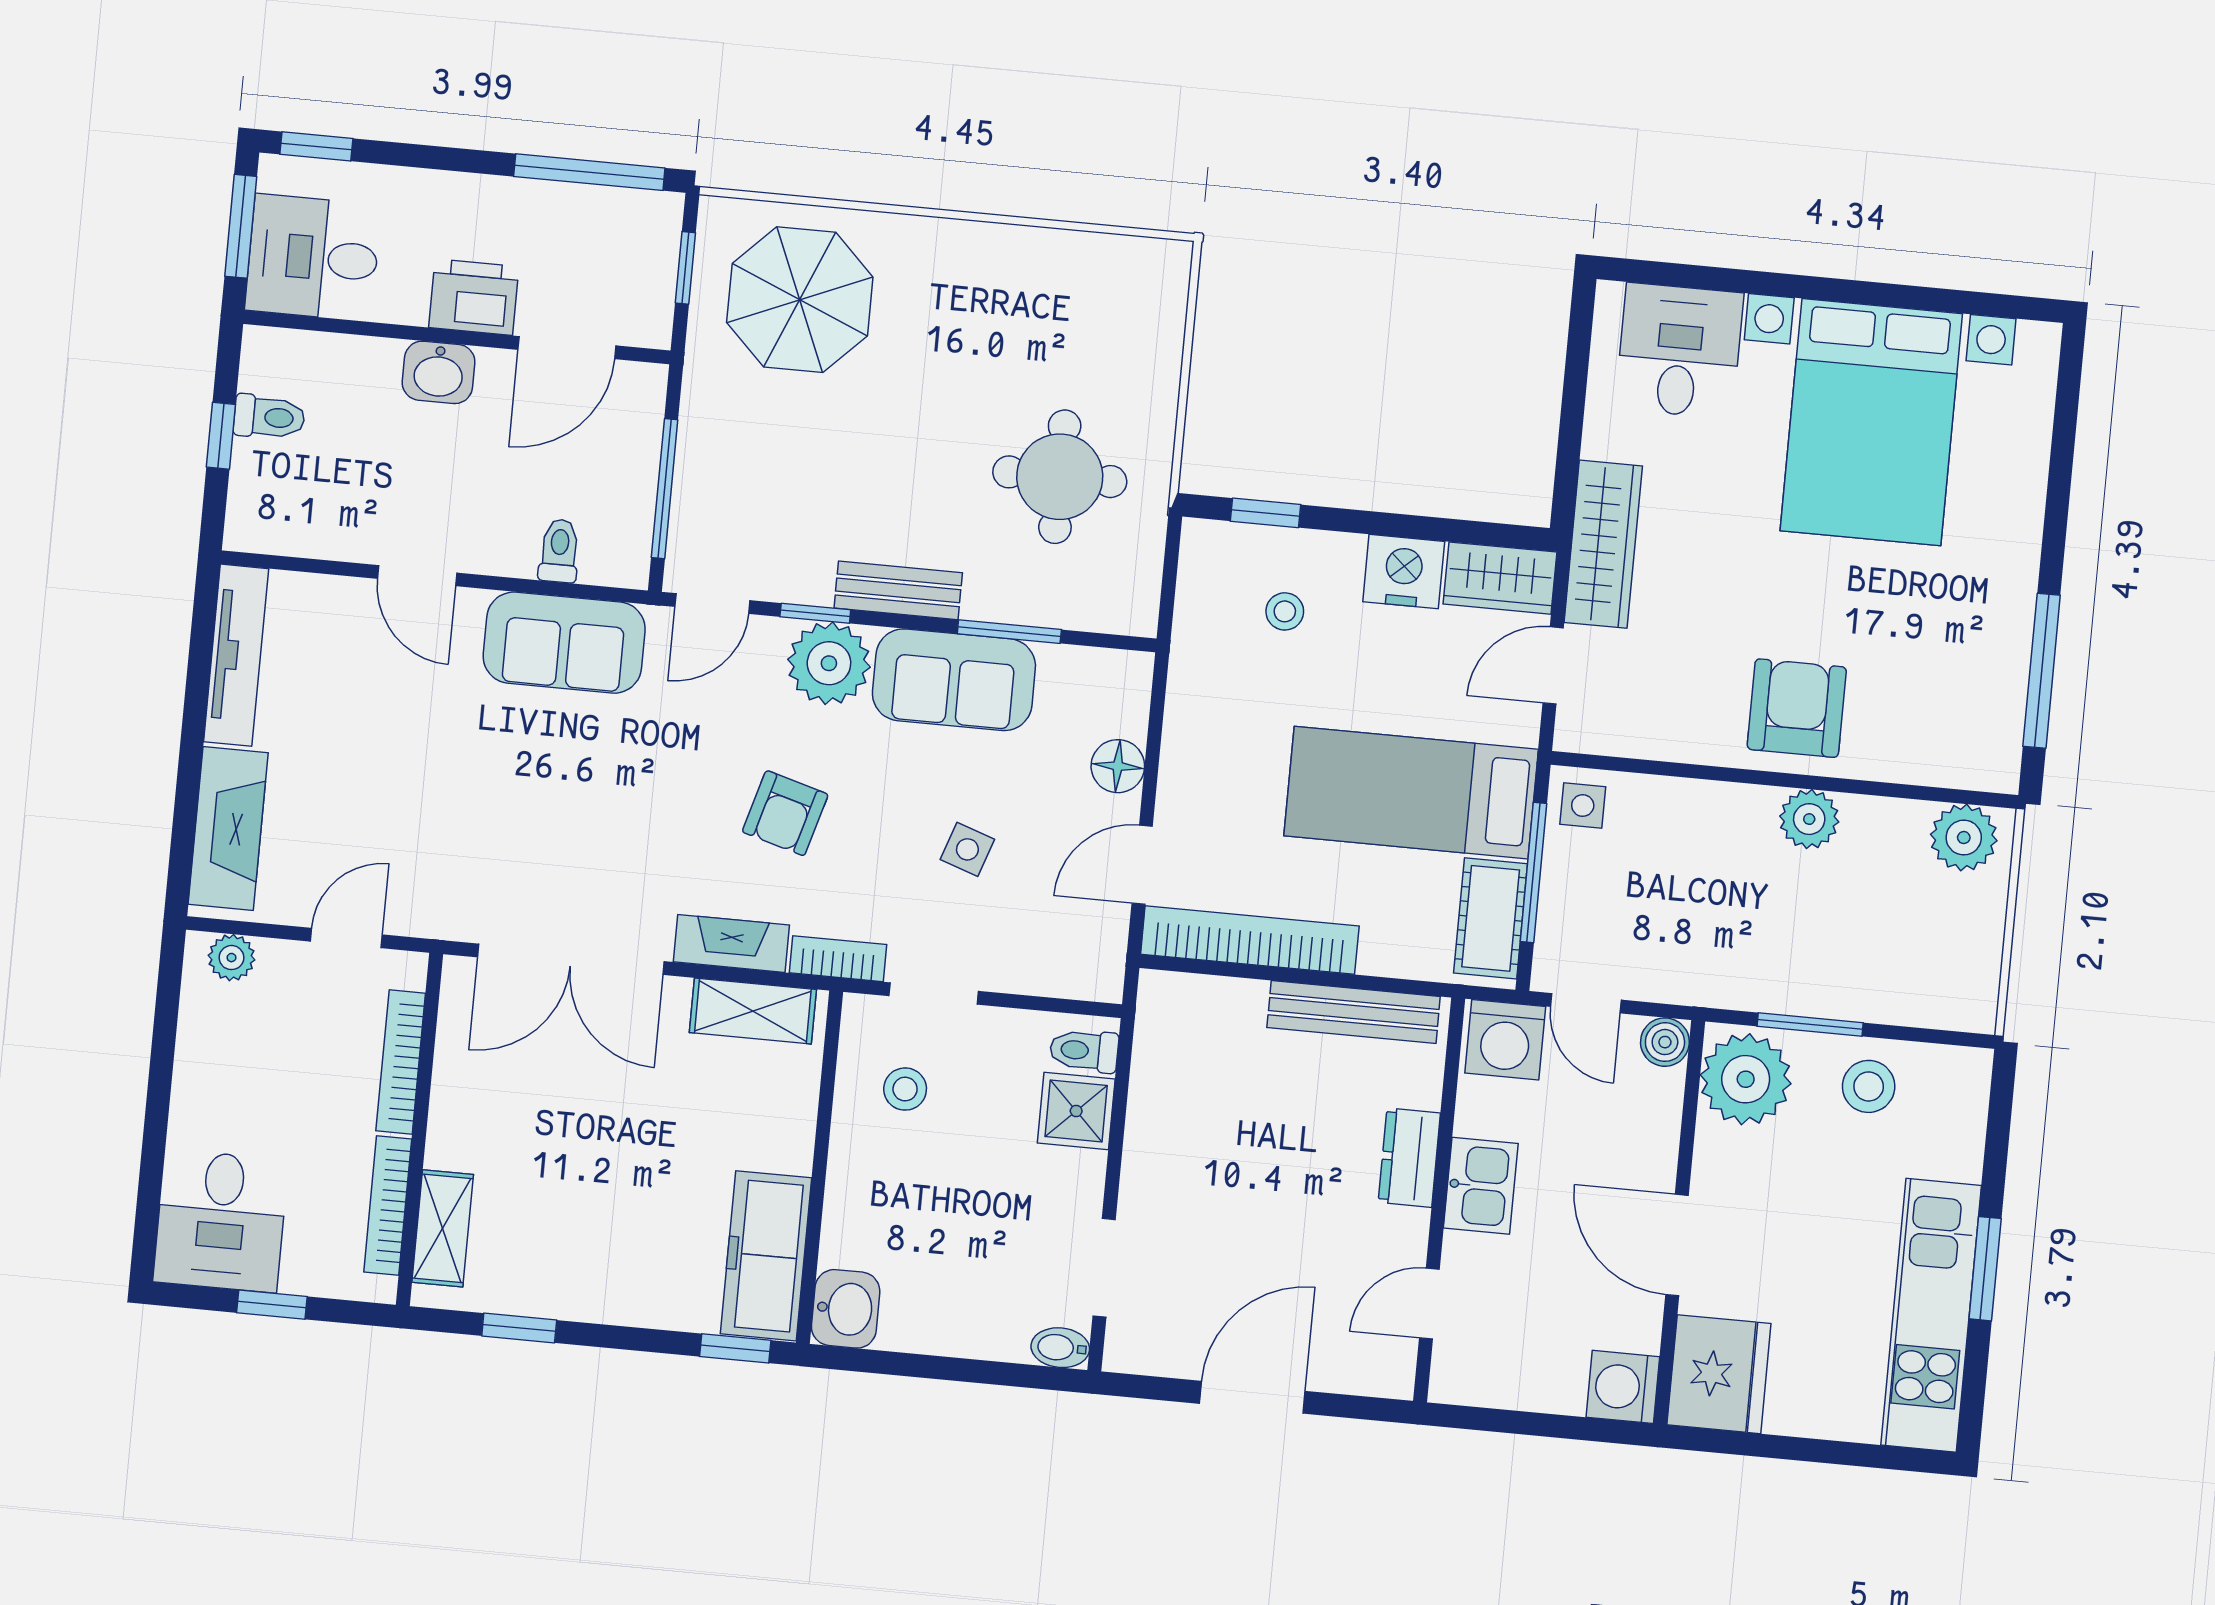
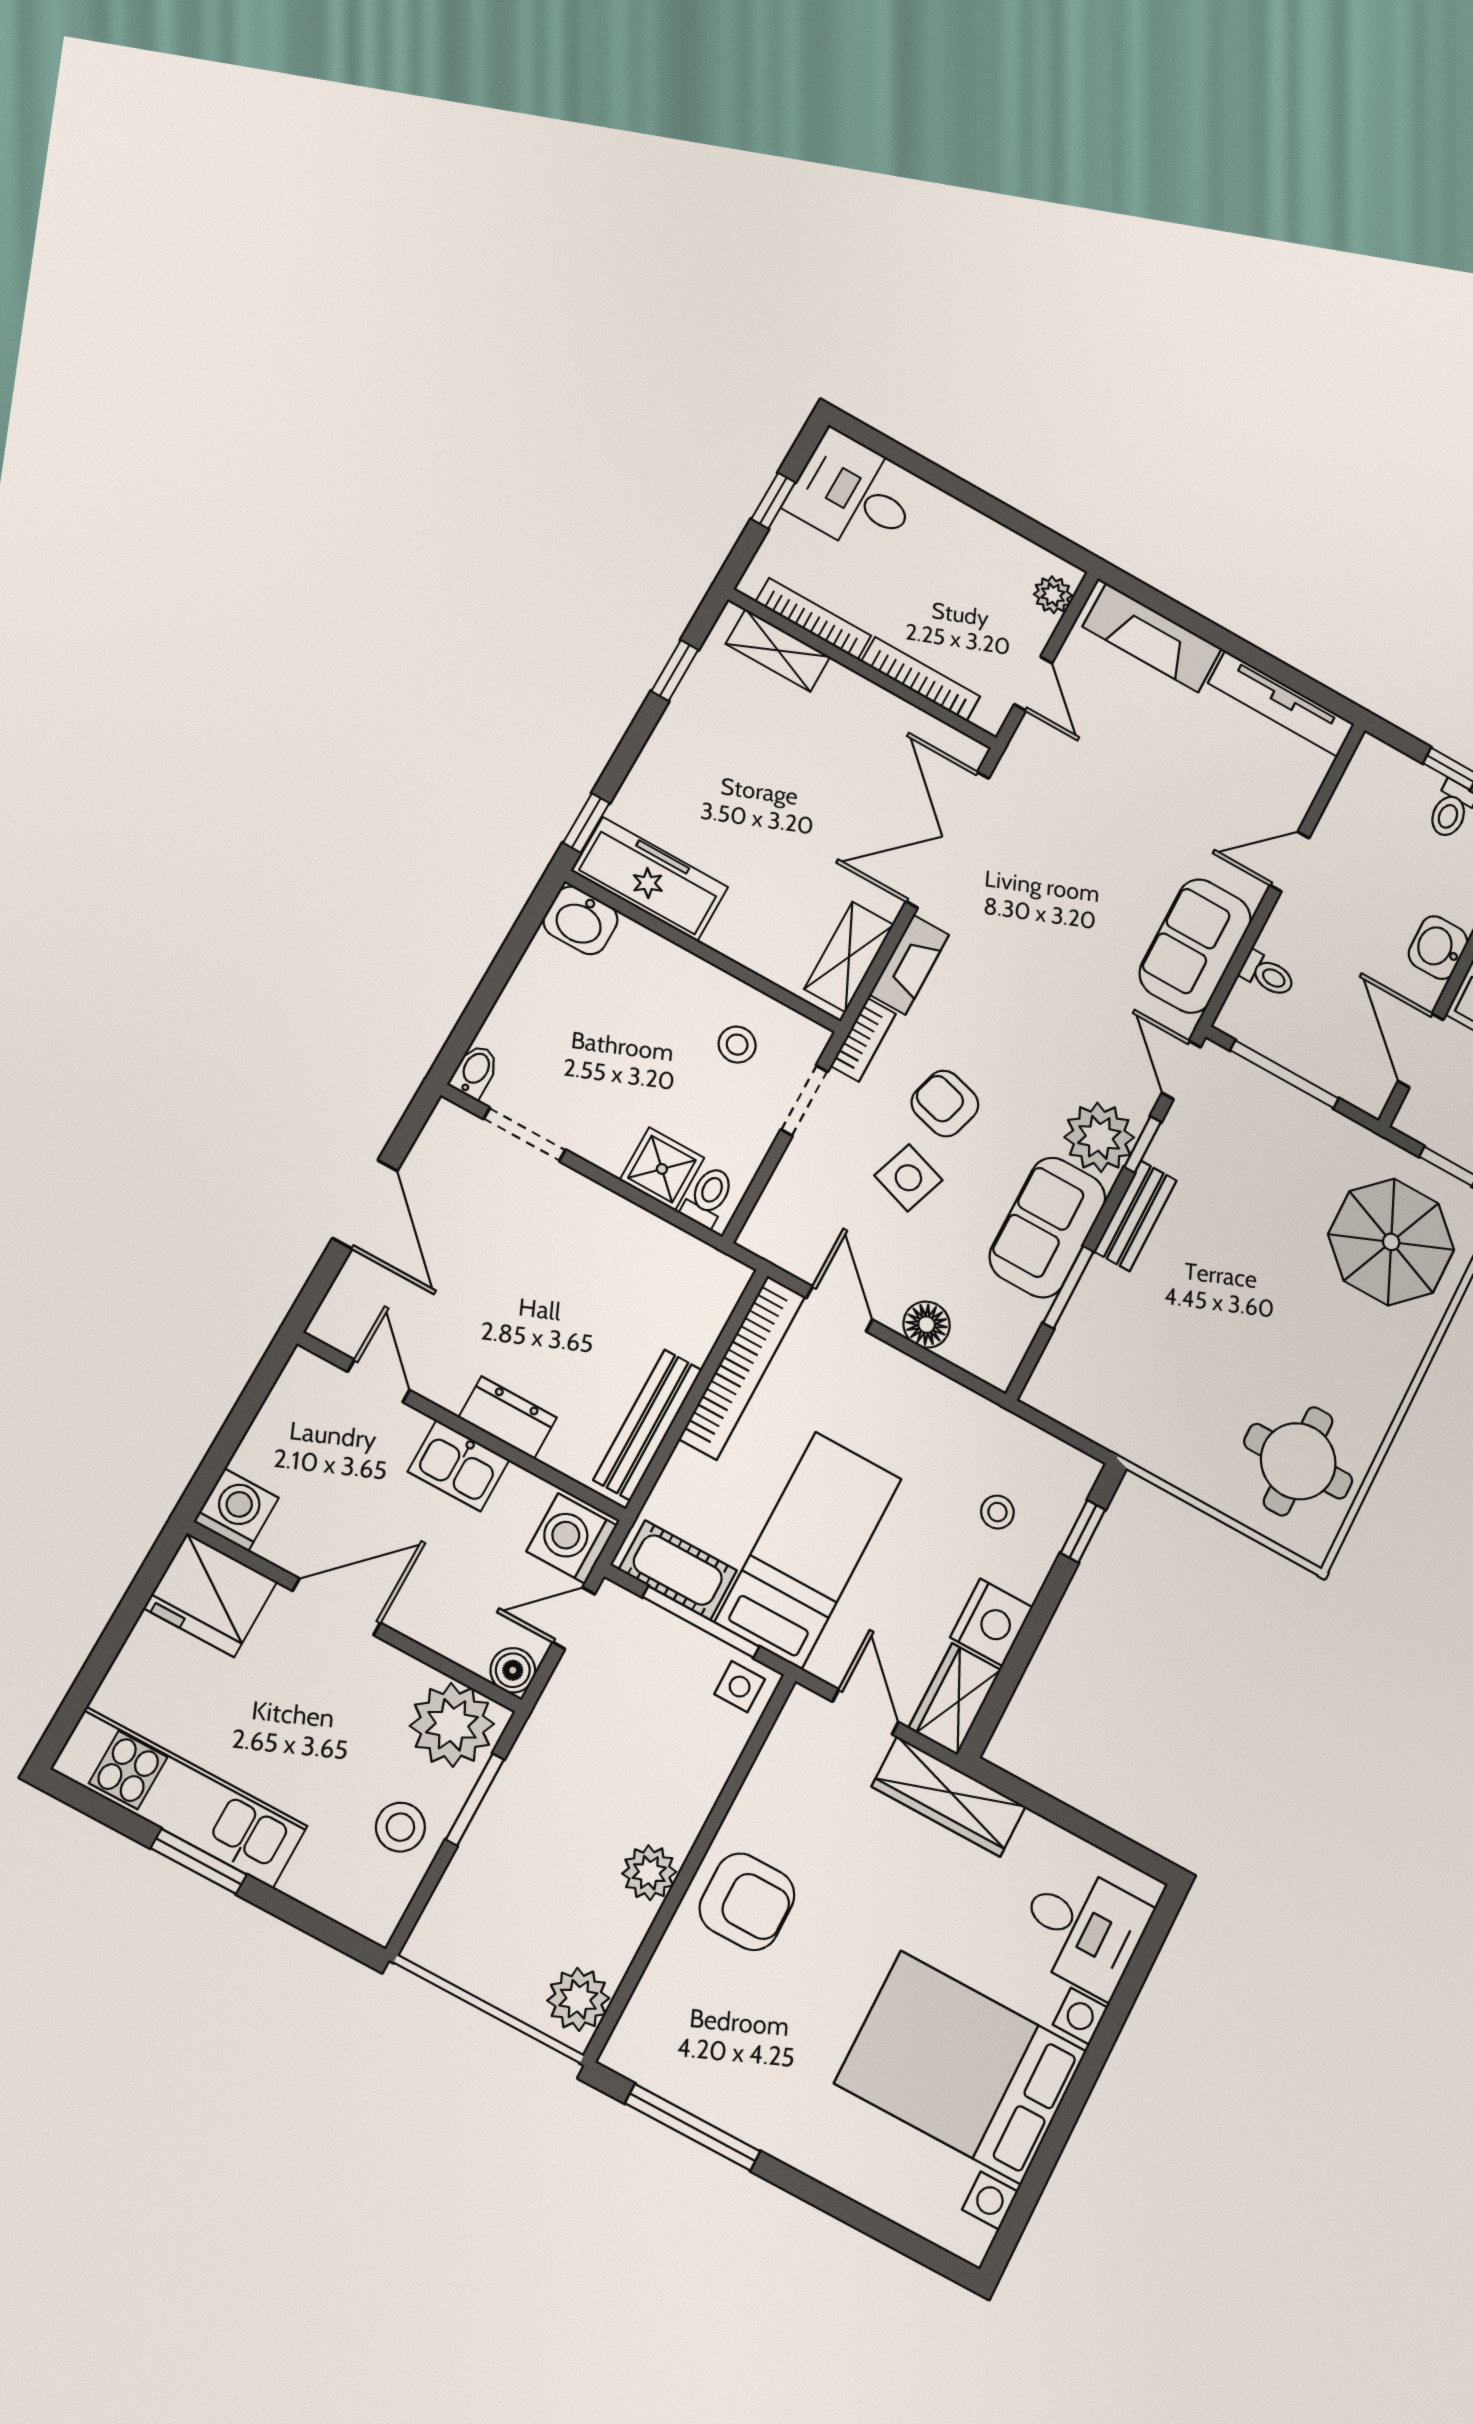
round table: (1060, 477) -> (1298, 1461), moved
armchair: (785, 813) -> (945, 1104), moved
side table: (967, 849) -> (908, 1178), width x1.37, depth x1.37

